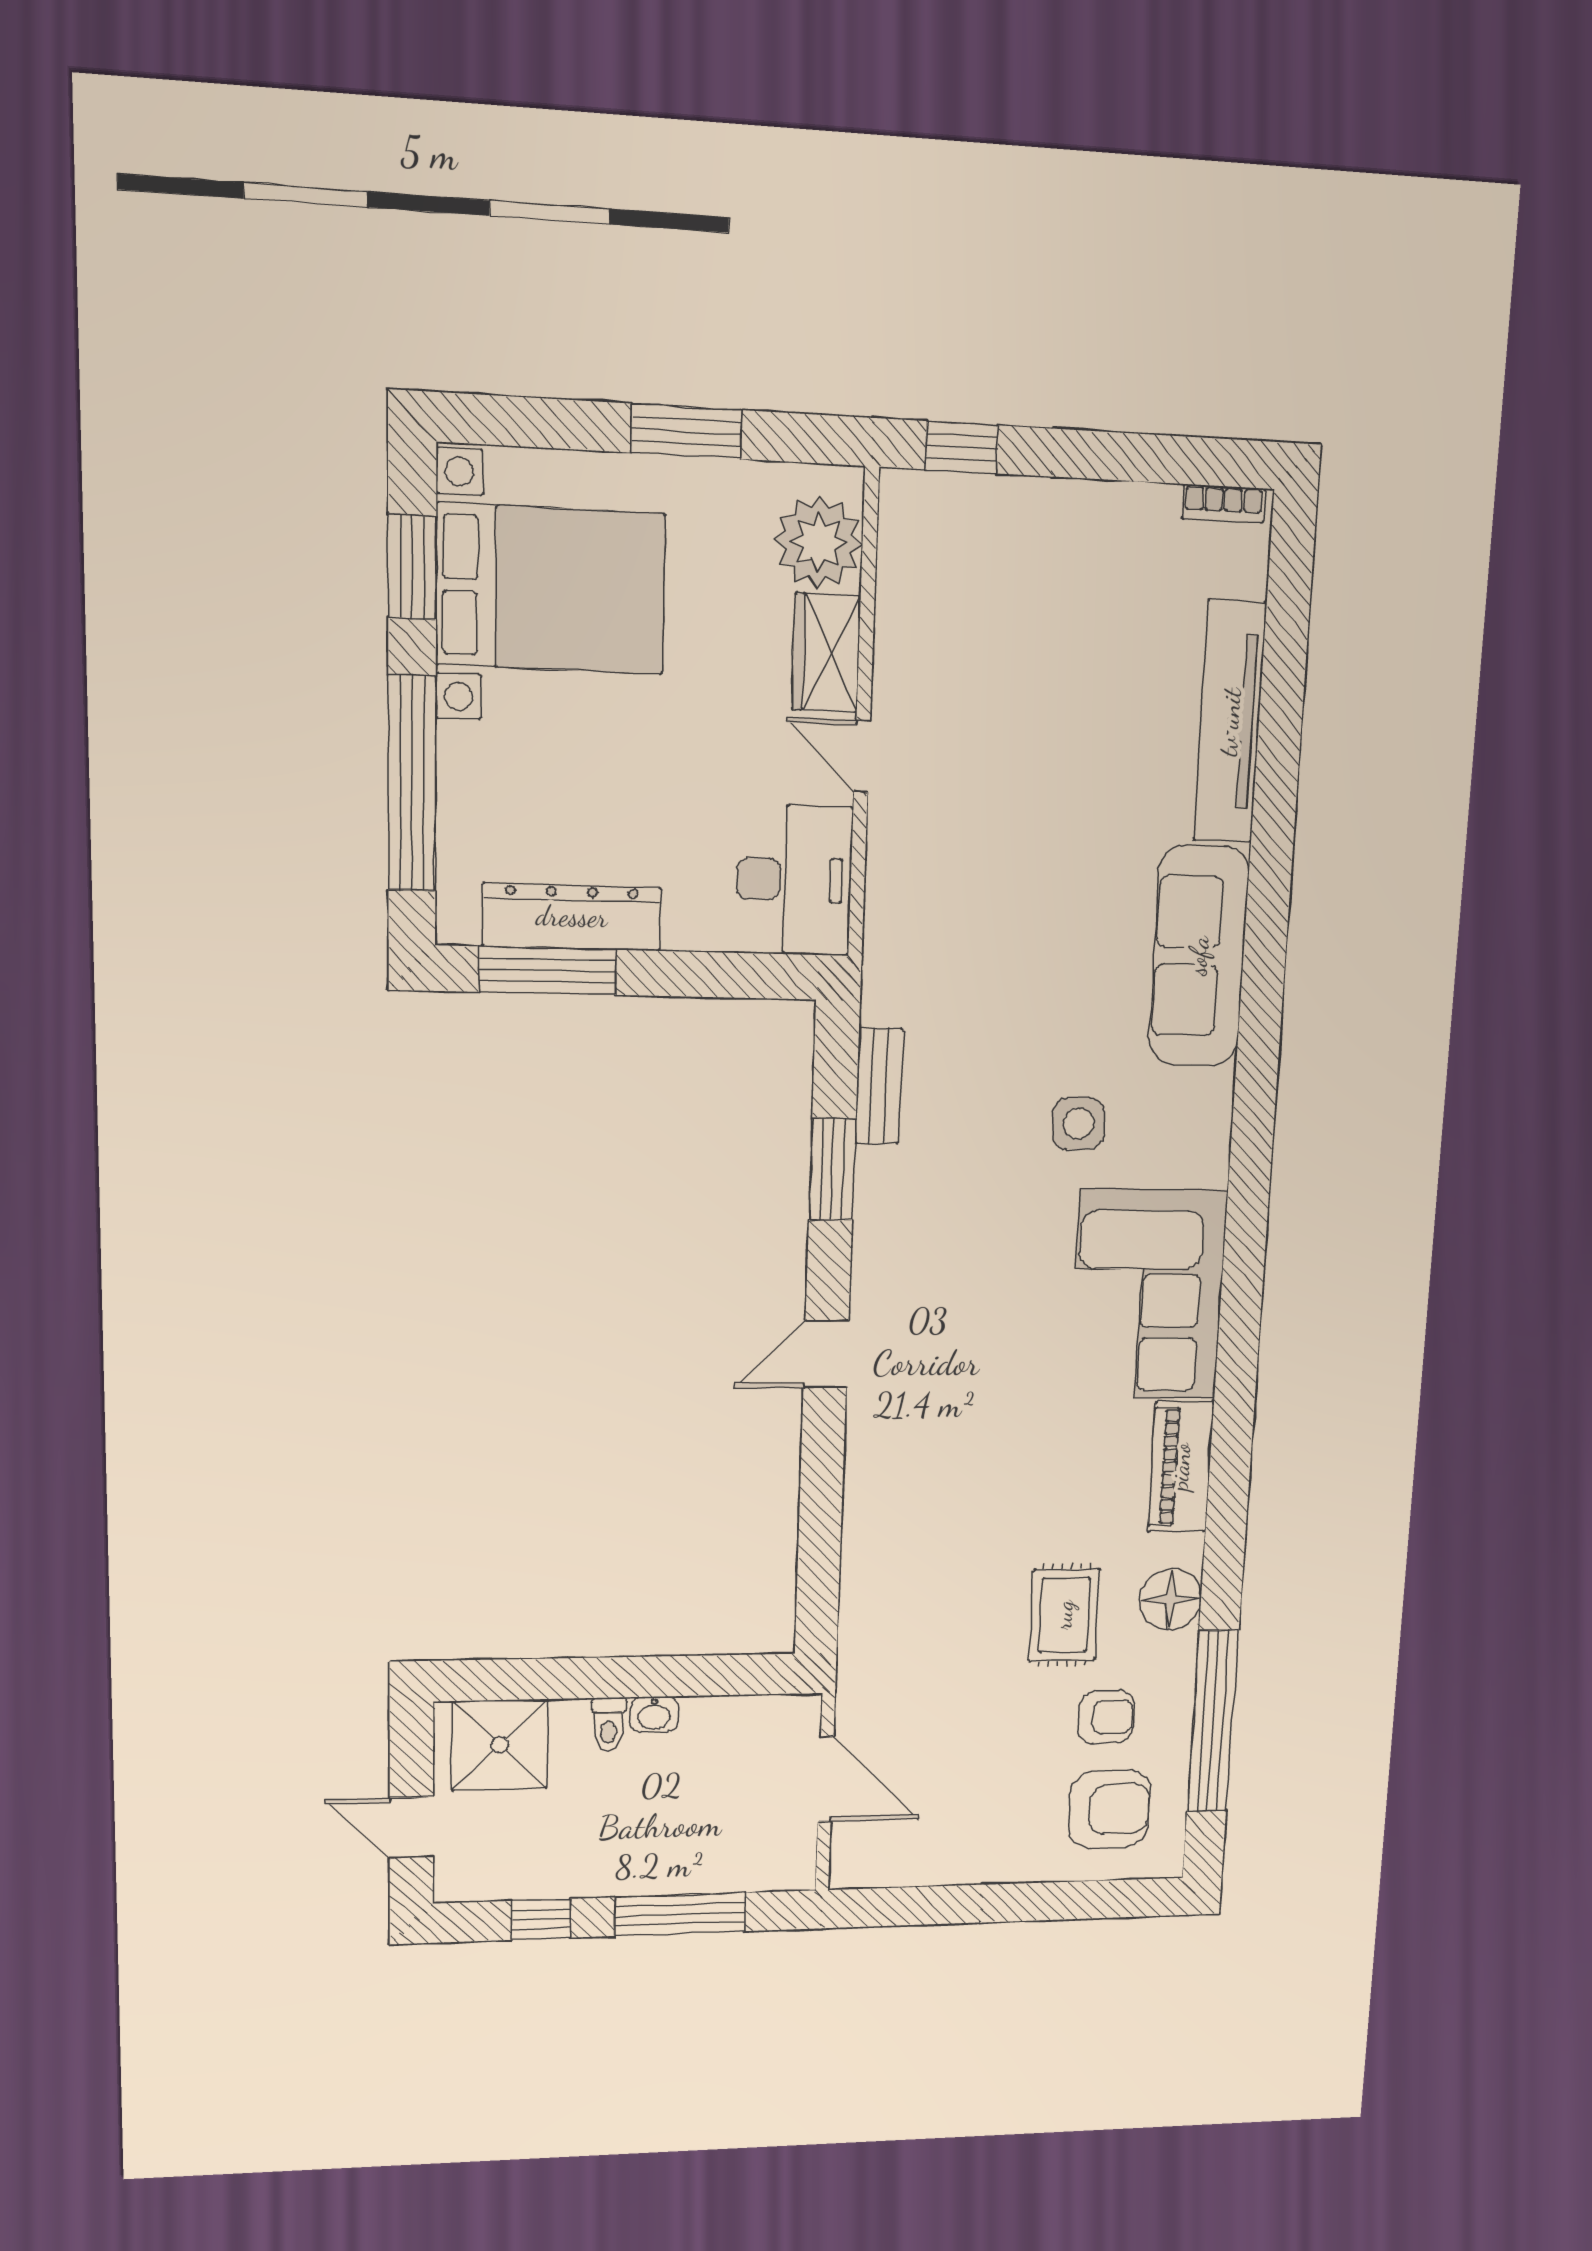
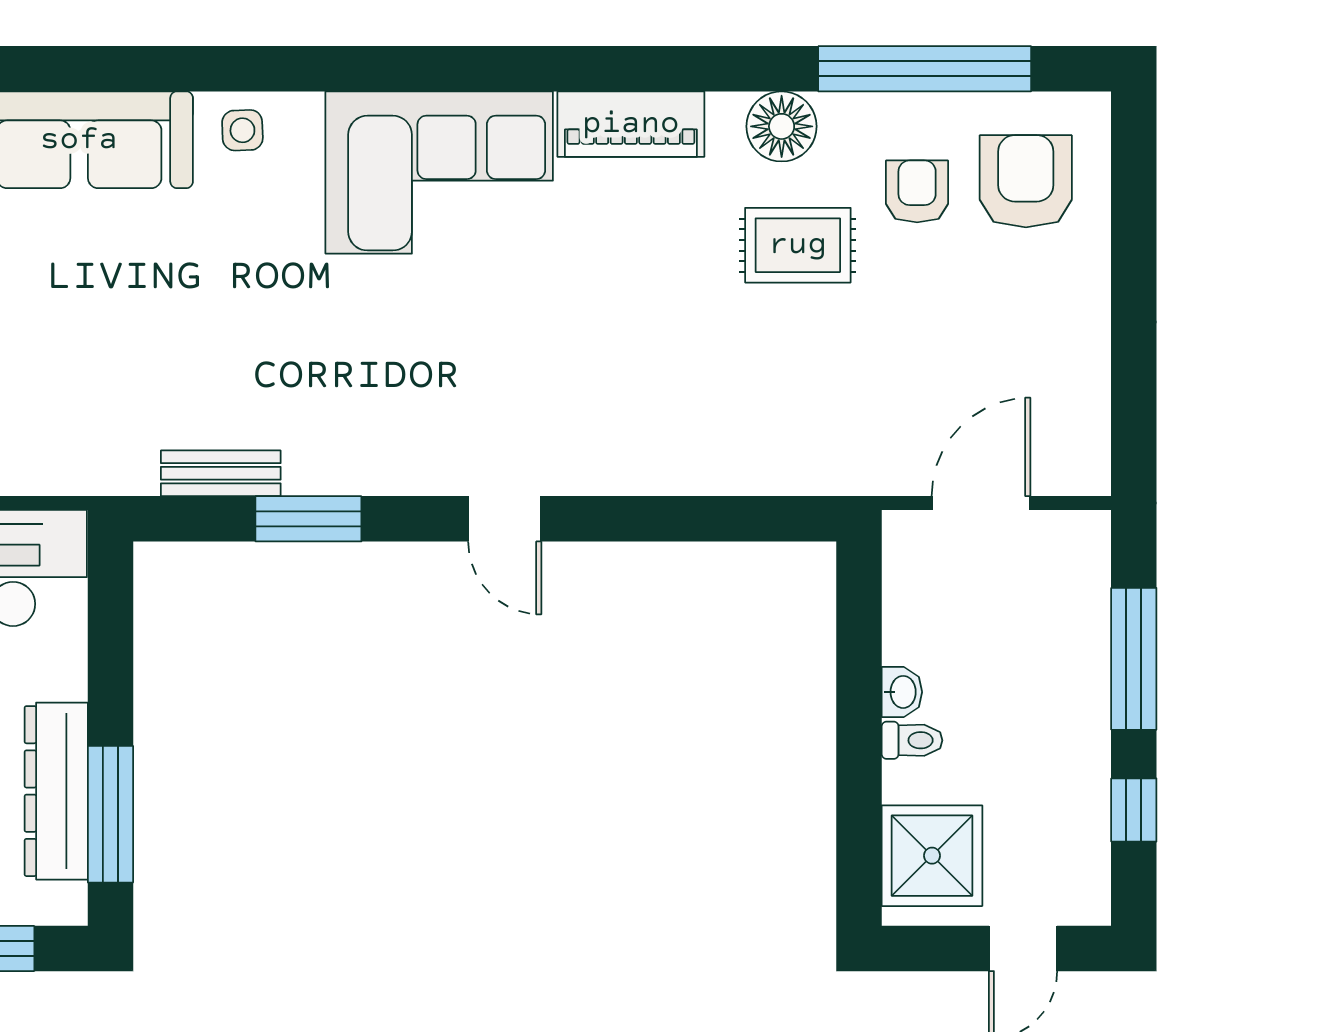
side table: (1078, 1123) -> (242, 130), moved, width x0.73, depth x0.73

